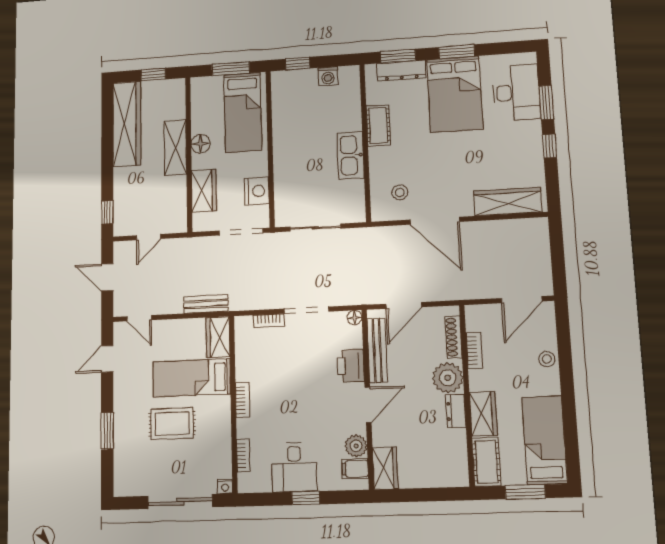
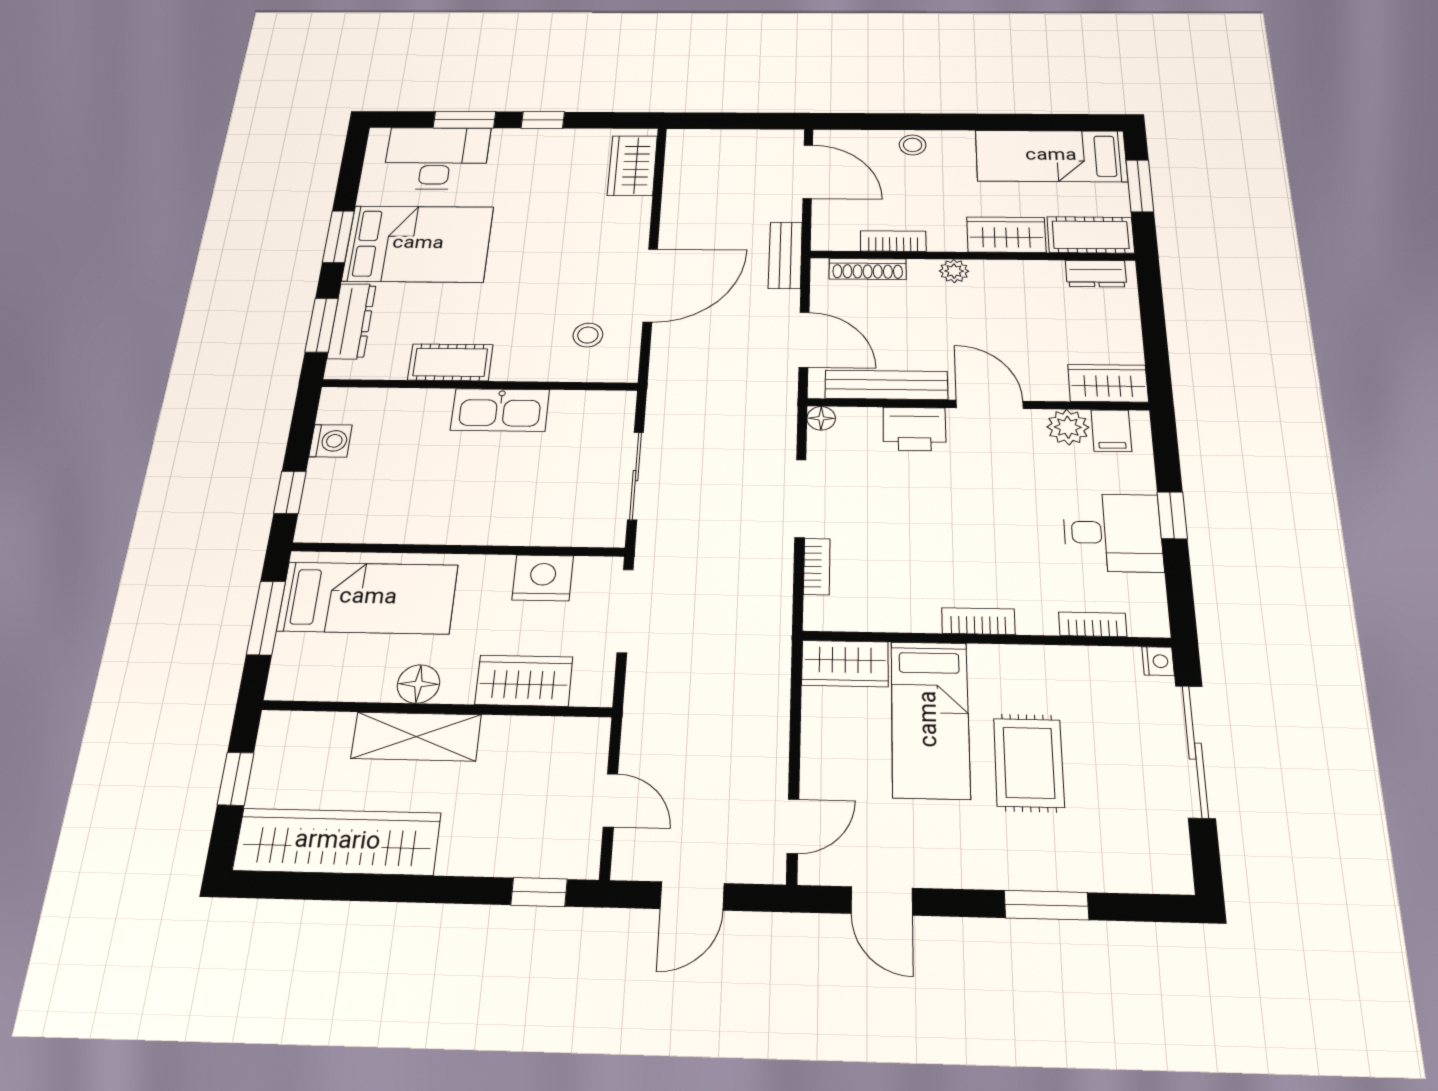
wardrobe: (508, 202) -> (632, 166), width x0.67
bench: (206, 304) -> (785, 255), moved
plant: (448, 378) -> (954, 271), width x0.53, depth x0.53
dresser: (456, 411) -> (1096, 274), moved

